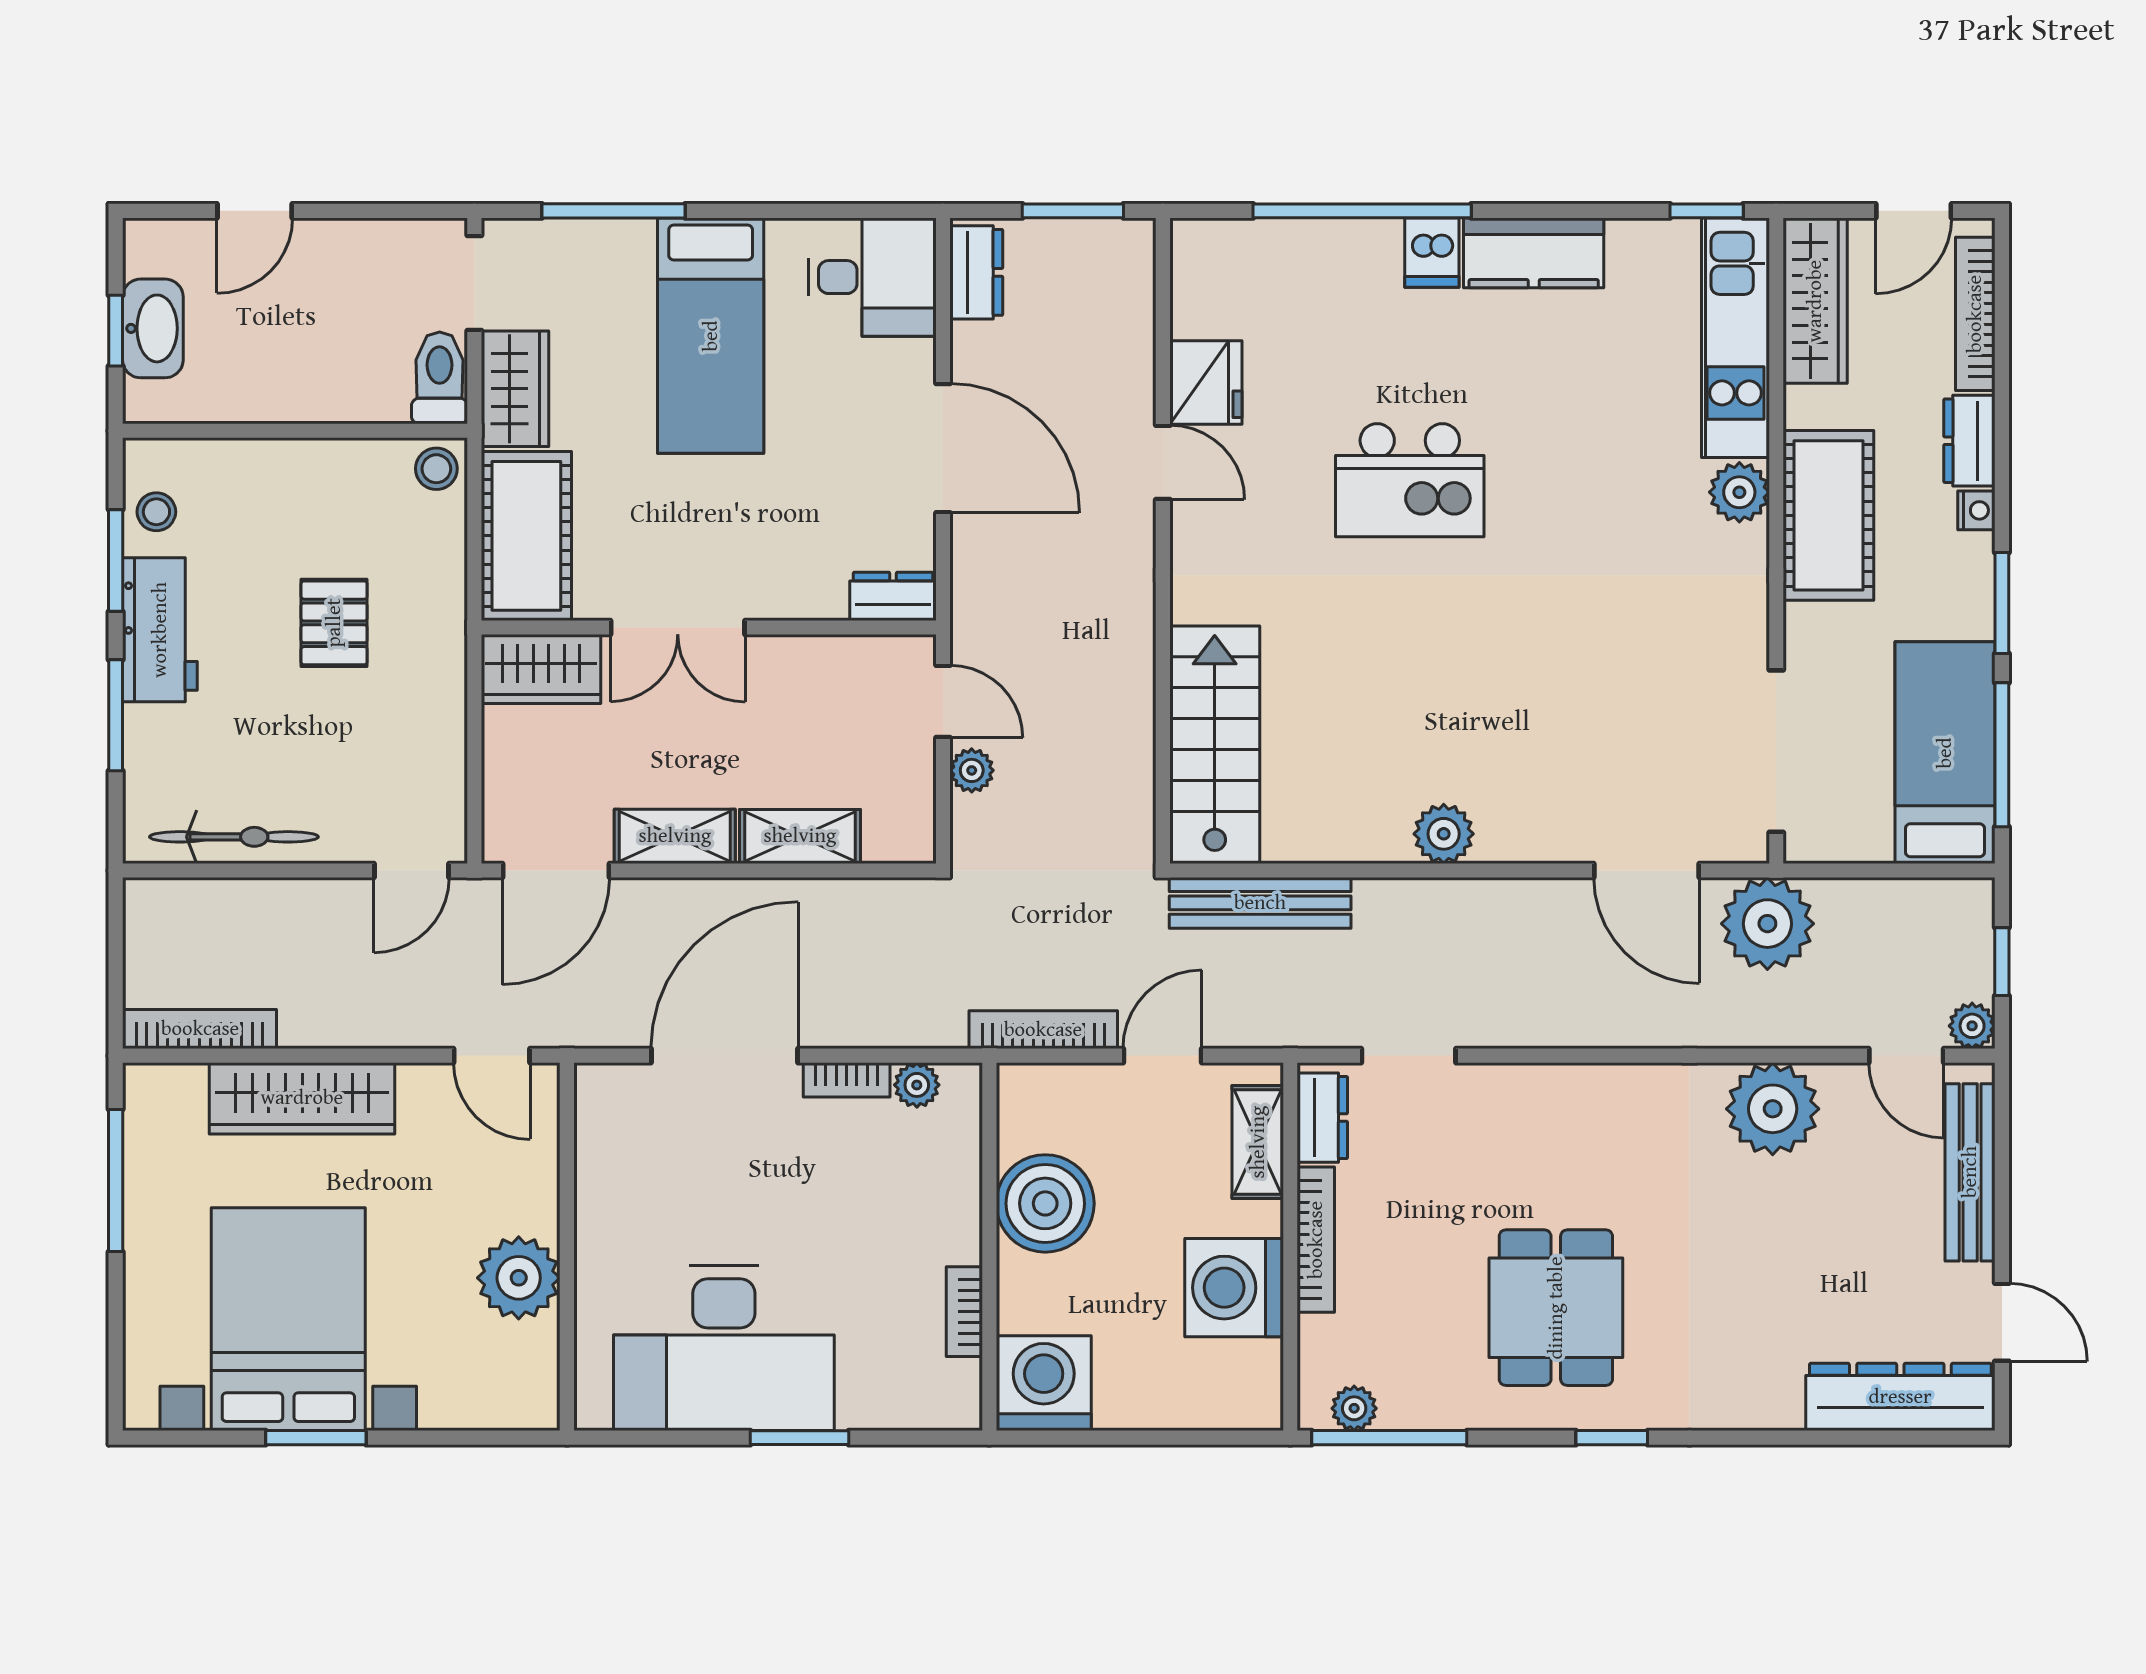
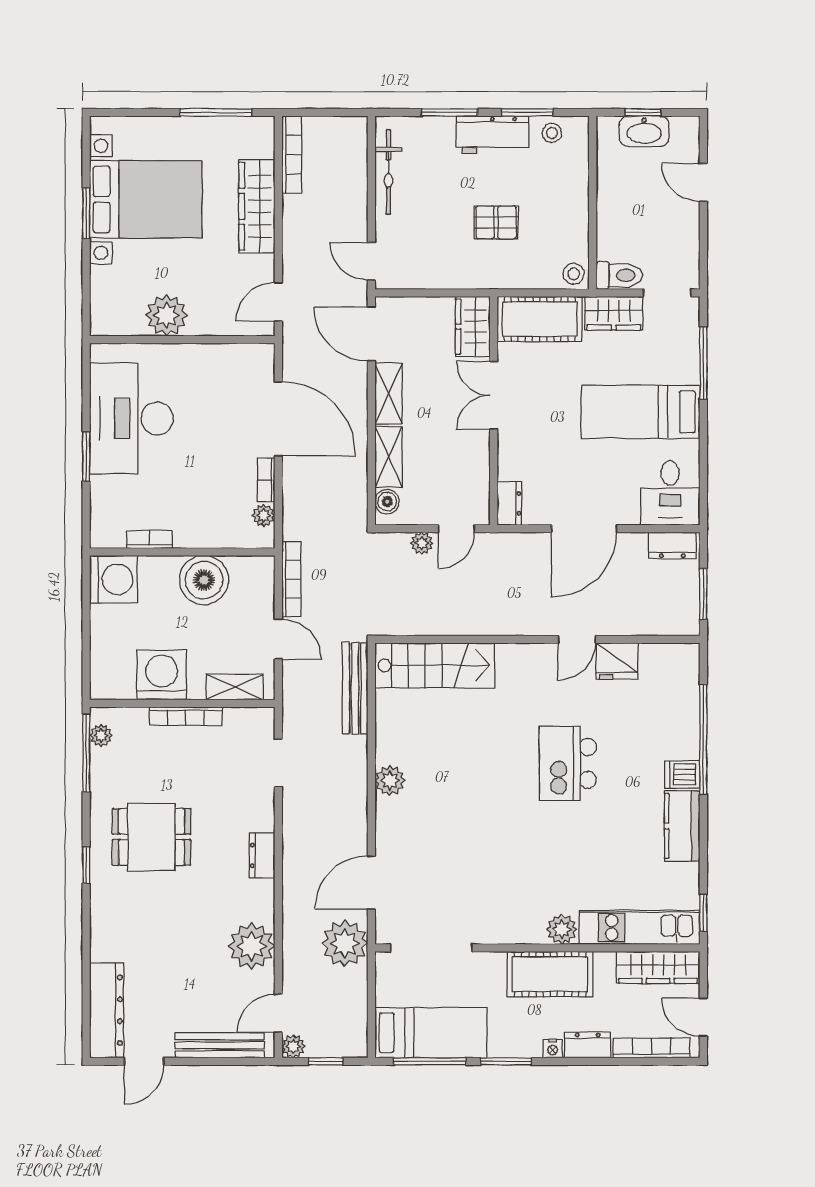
boiler: (889, 839) -> (387, 502), added
dresser: (1322, 1118) -> (262, 855), moved, turned 90

